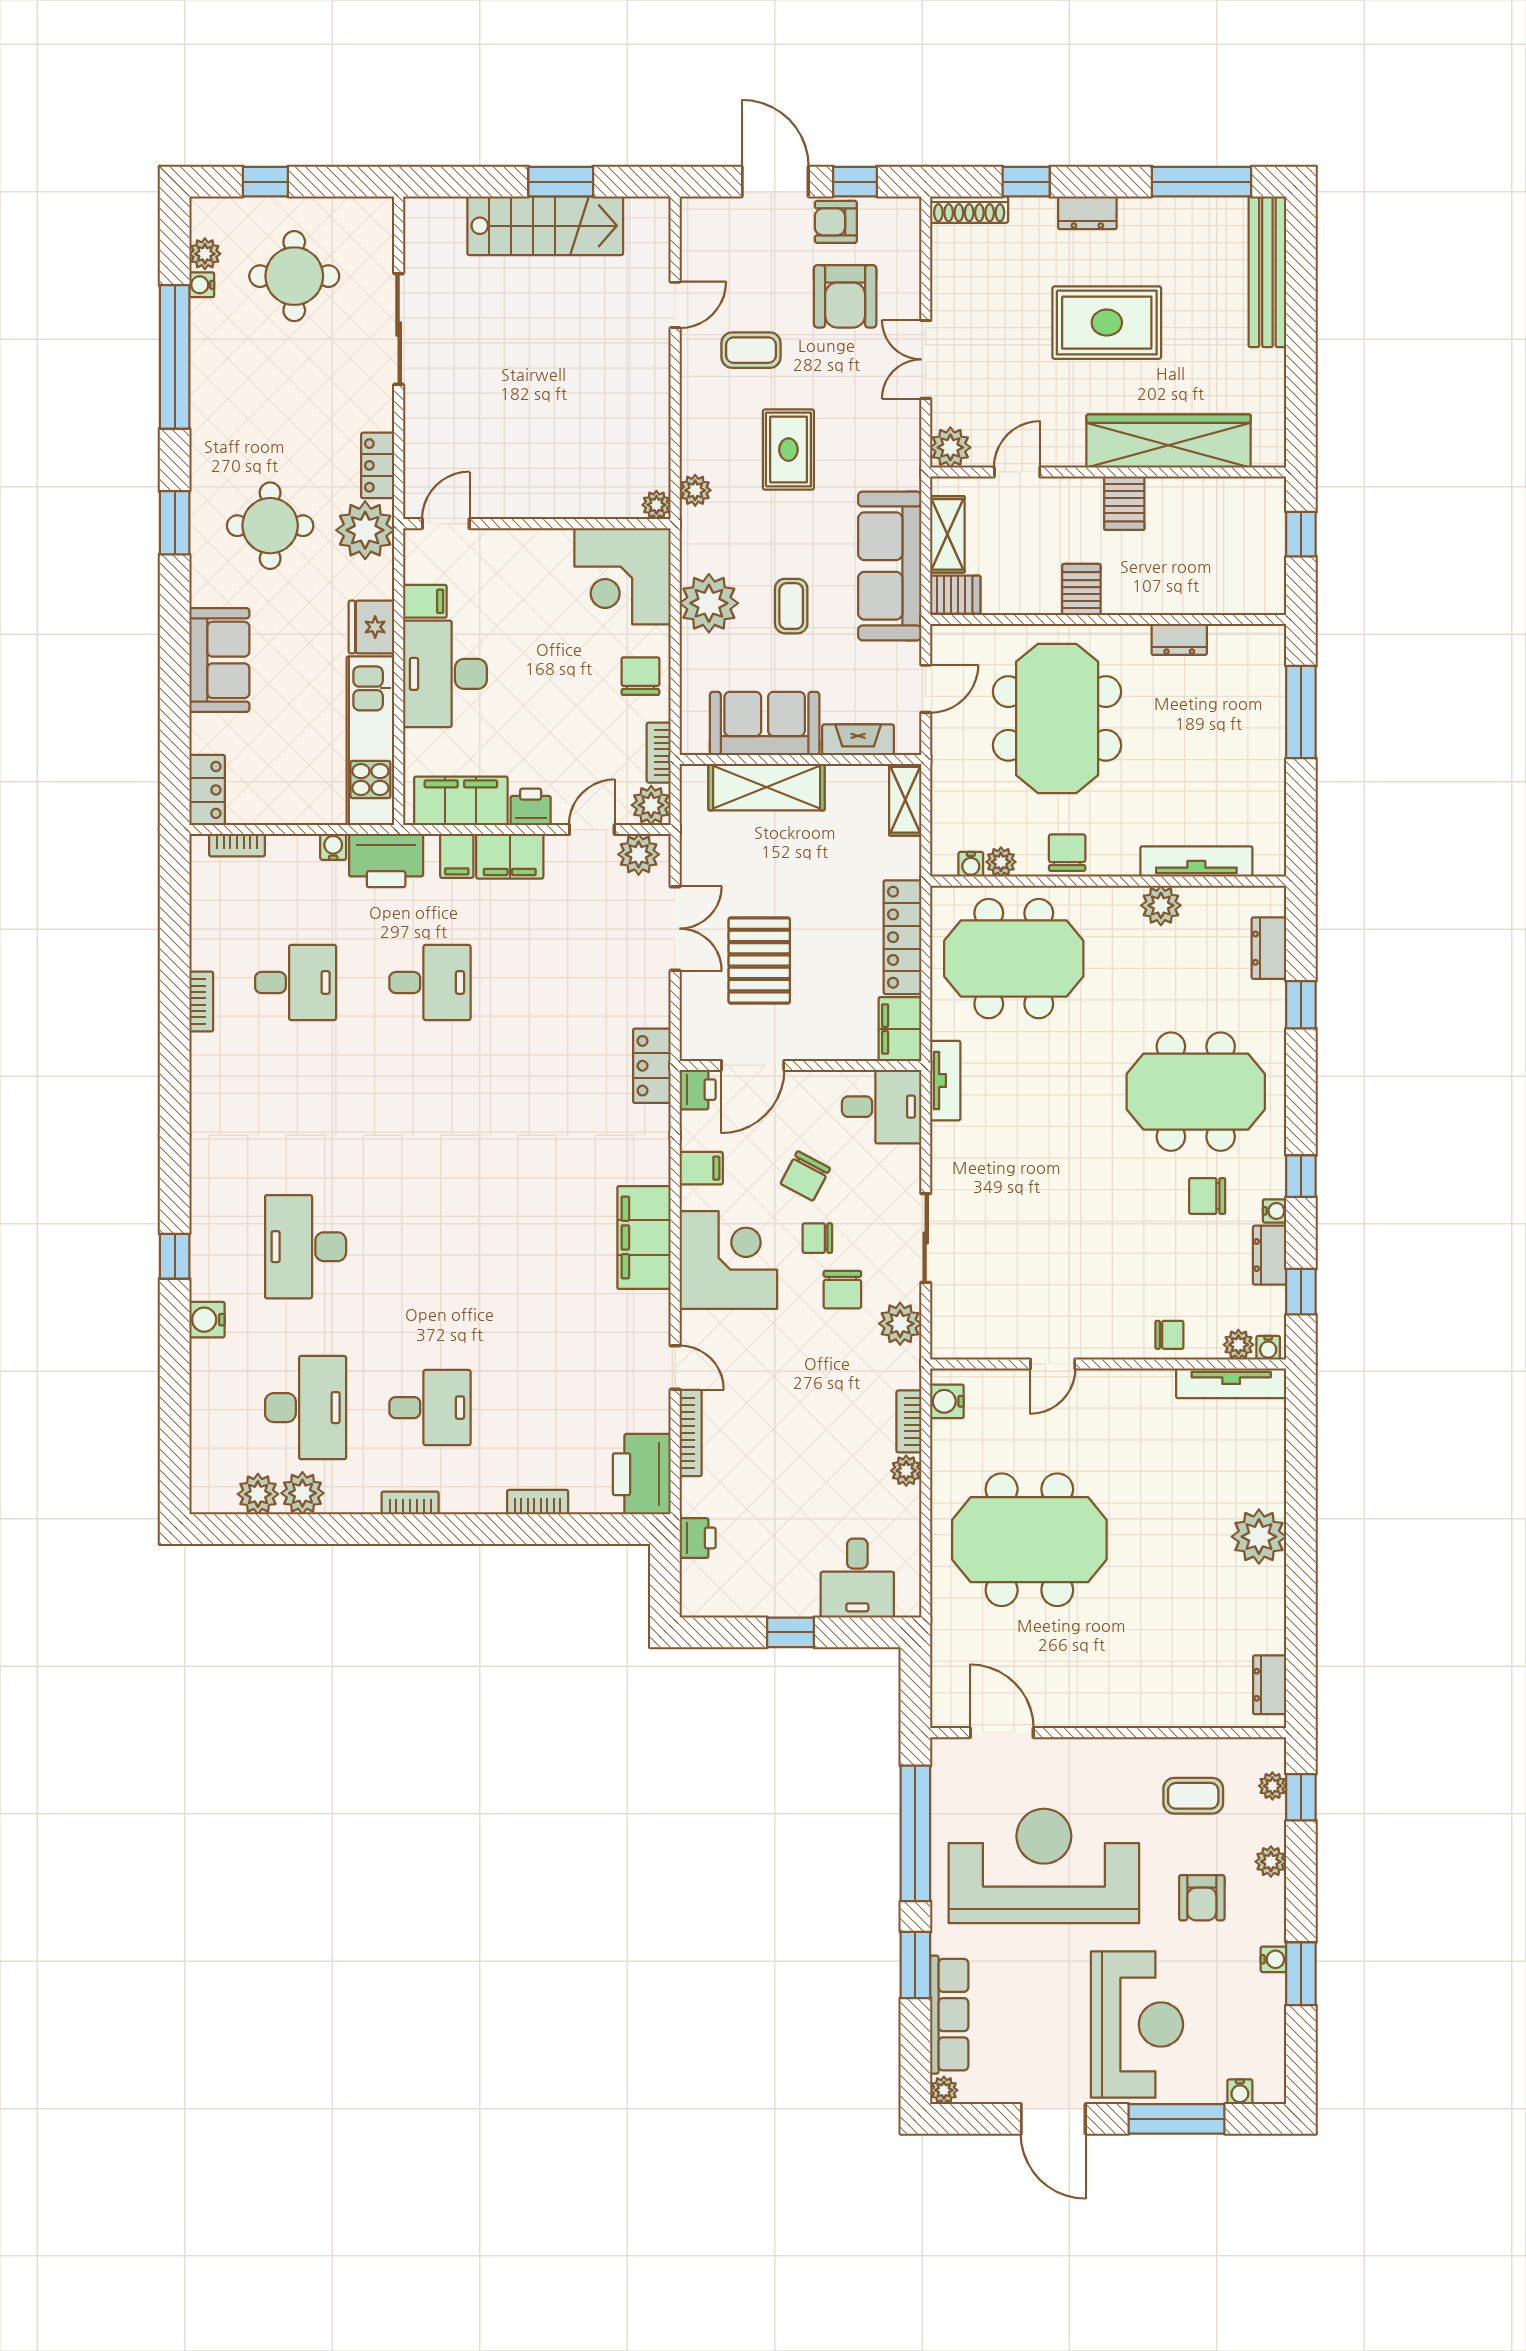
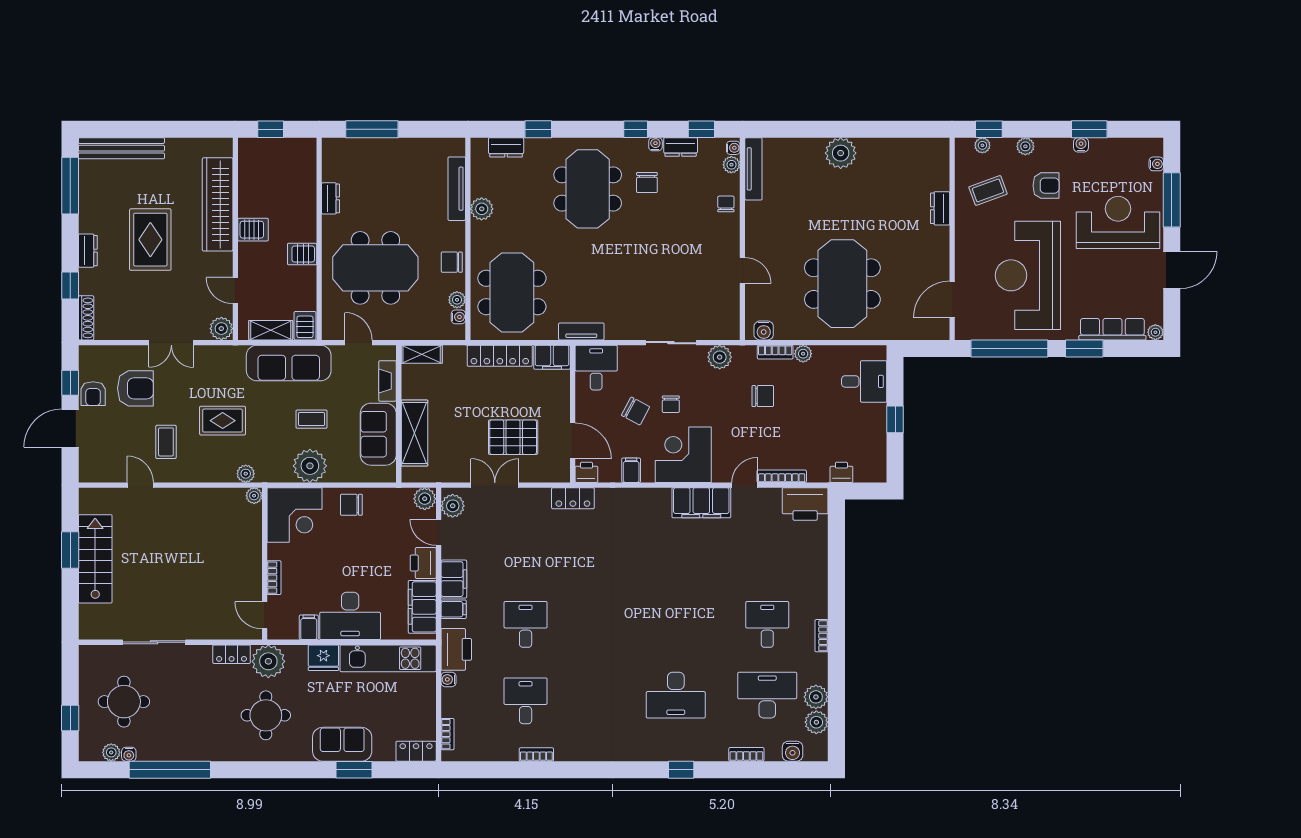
window: (175, 523) -> (354, 770), moved
bookcase: (659, 753) -> (274, 578), moved, turned -90
printer: (531, 807) -> (423, 563), width x1.36, depth x1.24
filing cabinet: (644, 1237) -> (701, 503), moved
chair: (842, 1290) -> (763, 396), moved
water cooler: (207, 1320) -> (793, 751), moved
bookcase: (538, 1502) -> (746, 754), moved, turned 90
dresser: (1270, 1685) -> (940, 208), moved, turned 90
coffee table: (1193, 1796) -> (988, 190), turned 70

